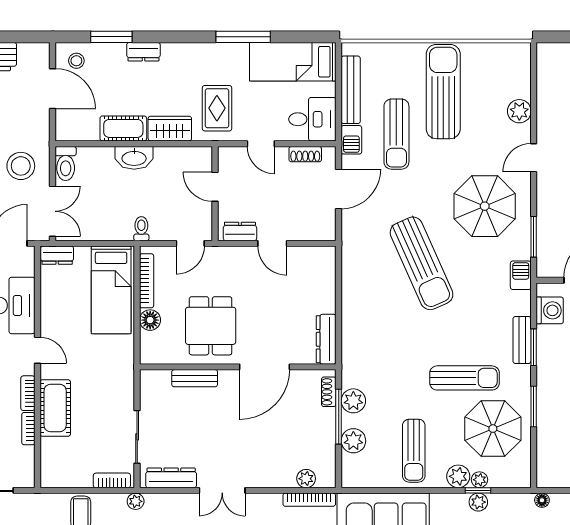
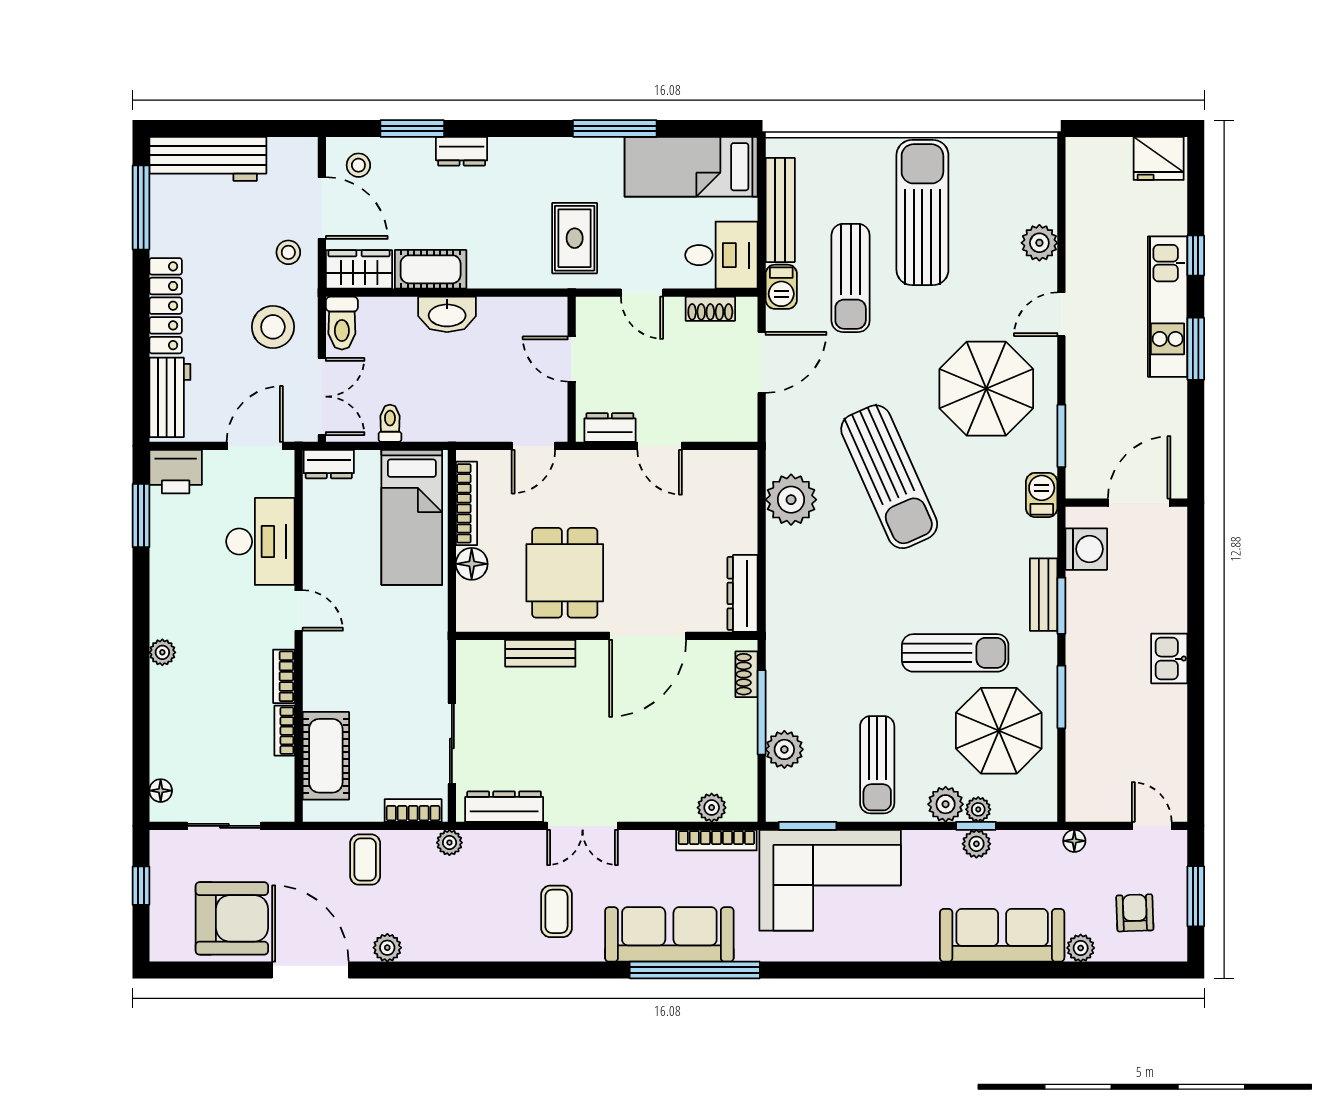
stool: (31, 117) -> (288, 252), added
wardrobe: (170, 129) -> (359, 269), moved
toilet: (141, 229) -> (390, 423), moved
plant: (353, 401) -> (791, 500), moved, width x1.36, depth x1.36
cot: (55, 408) -> (326, 756), moved
window: (368, 490) -> (808, 826), added

